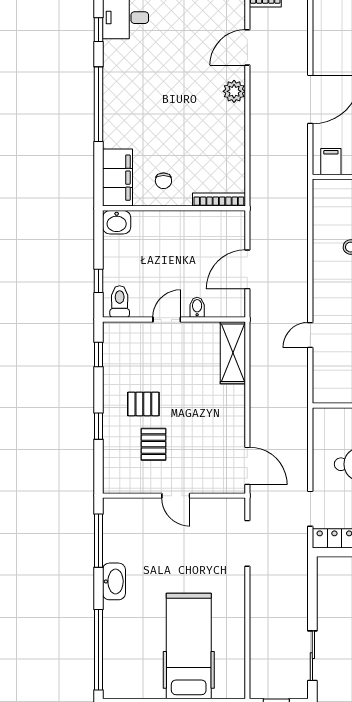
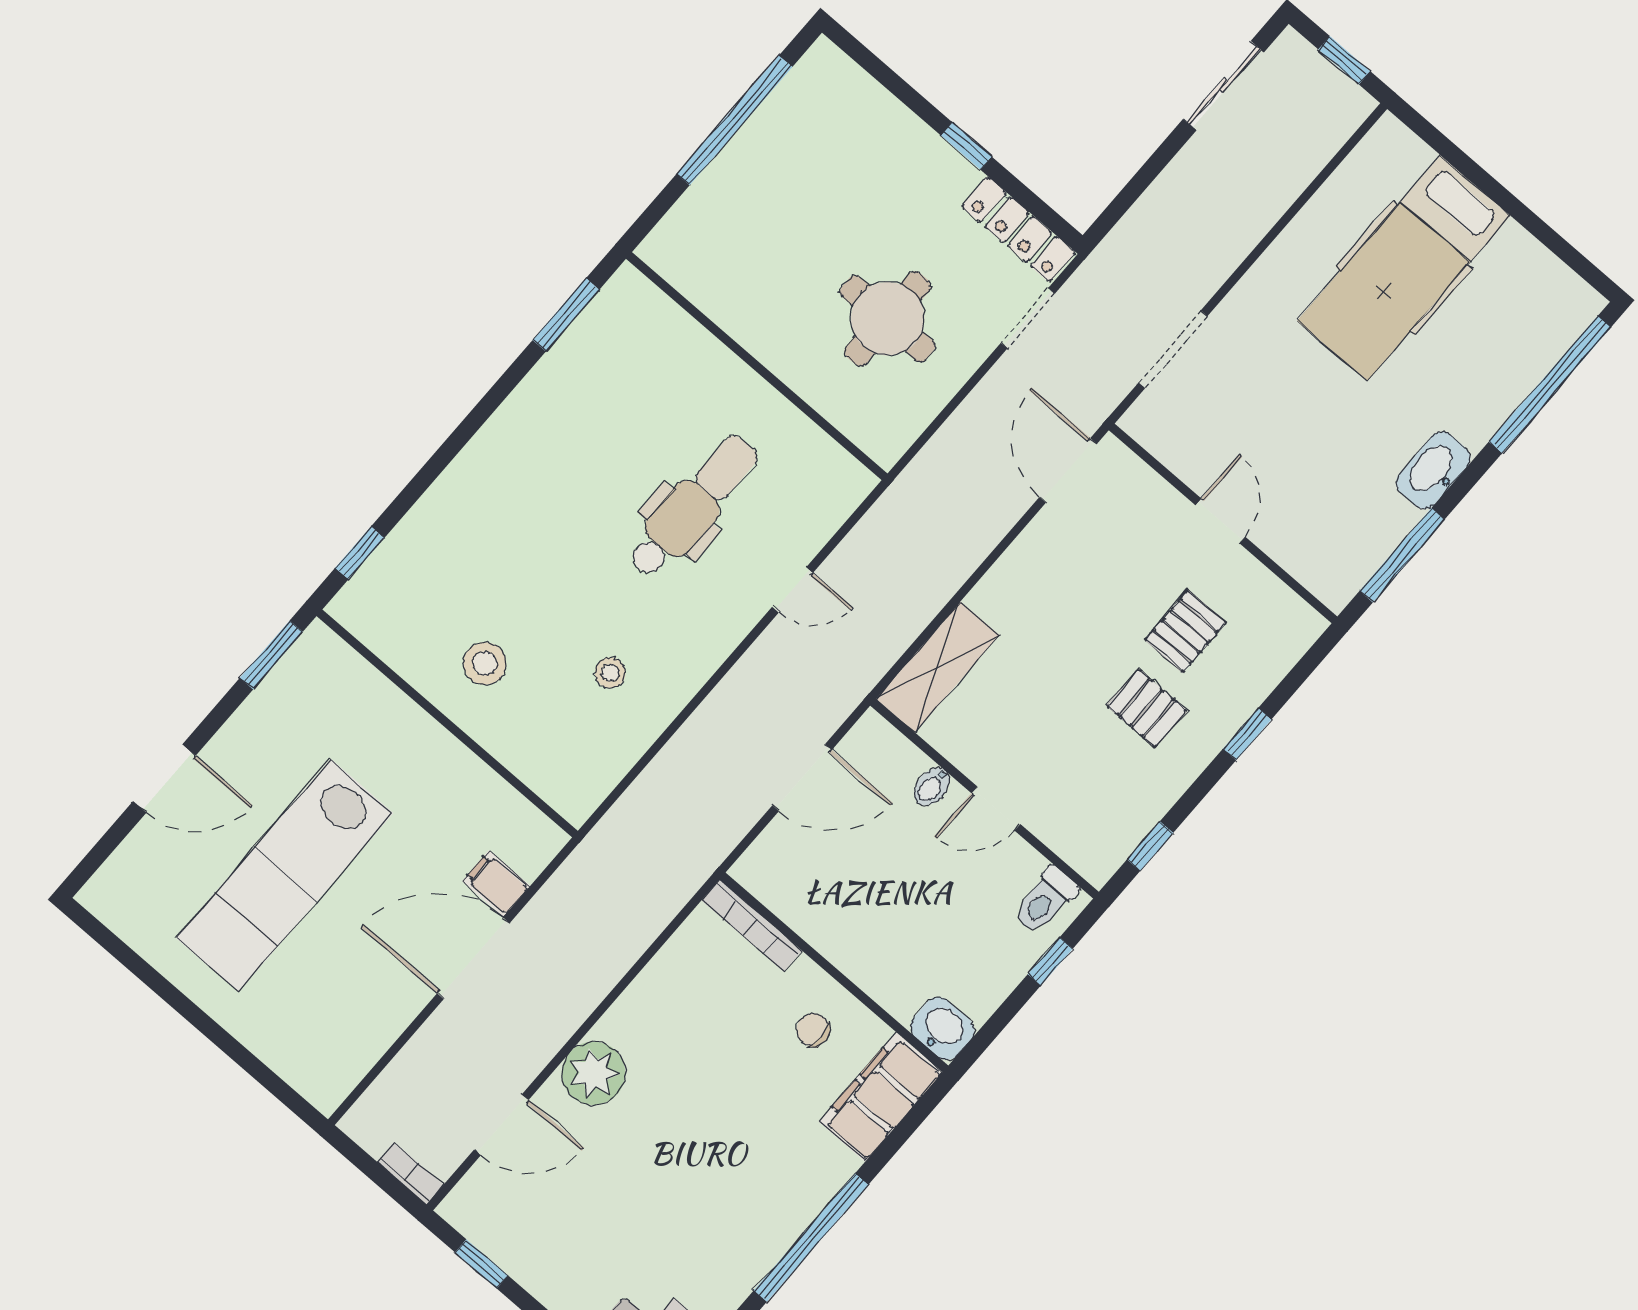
plant: (234, 91) -> (594, 1073), width x1.36, depth x1.36
filing cabinet: (331, 162) -> (496, 884), moved, turned 90
chair: (163, 181) -> (813, 1030), turned -90

